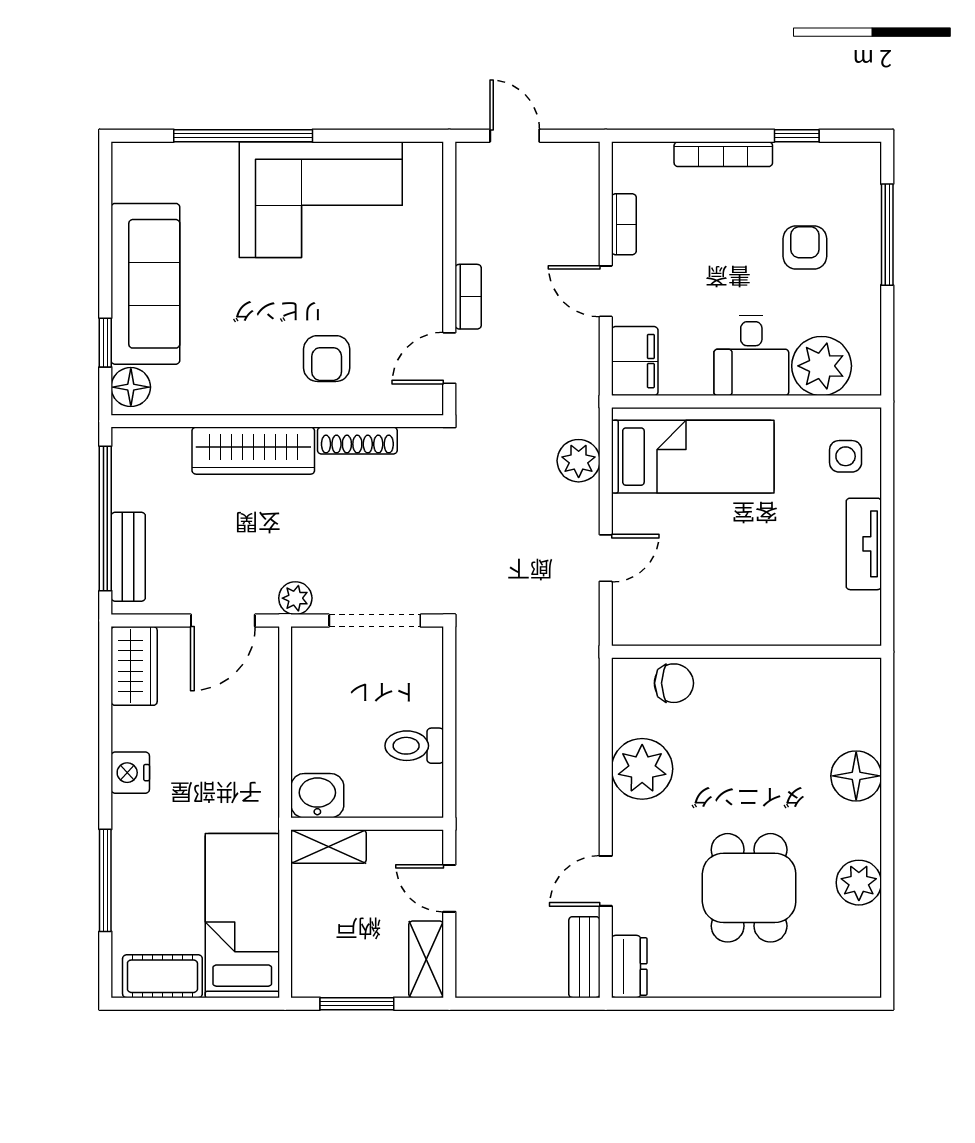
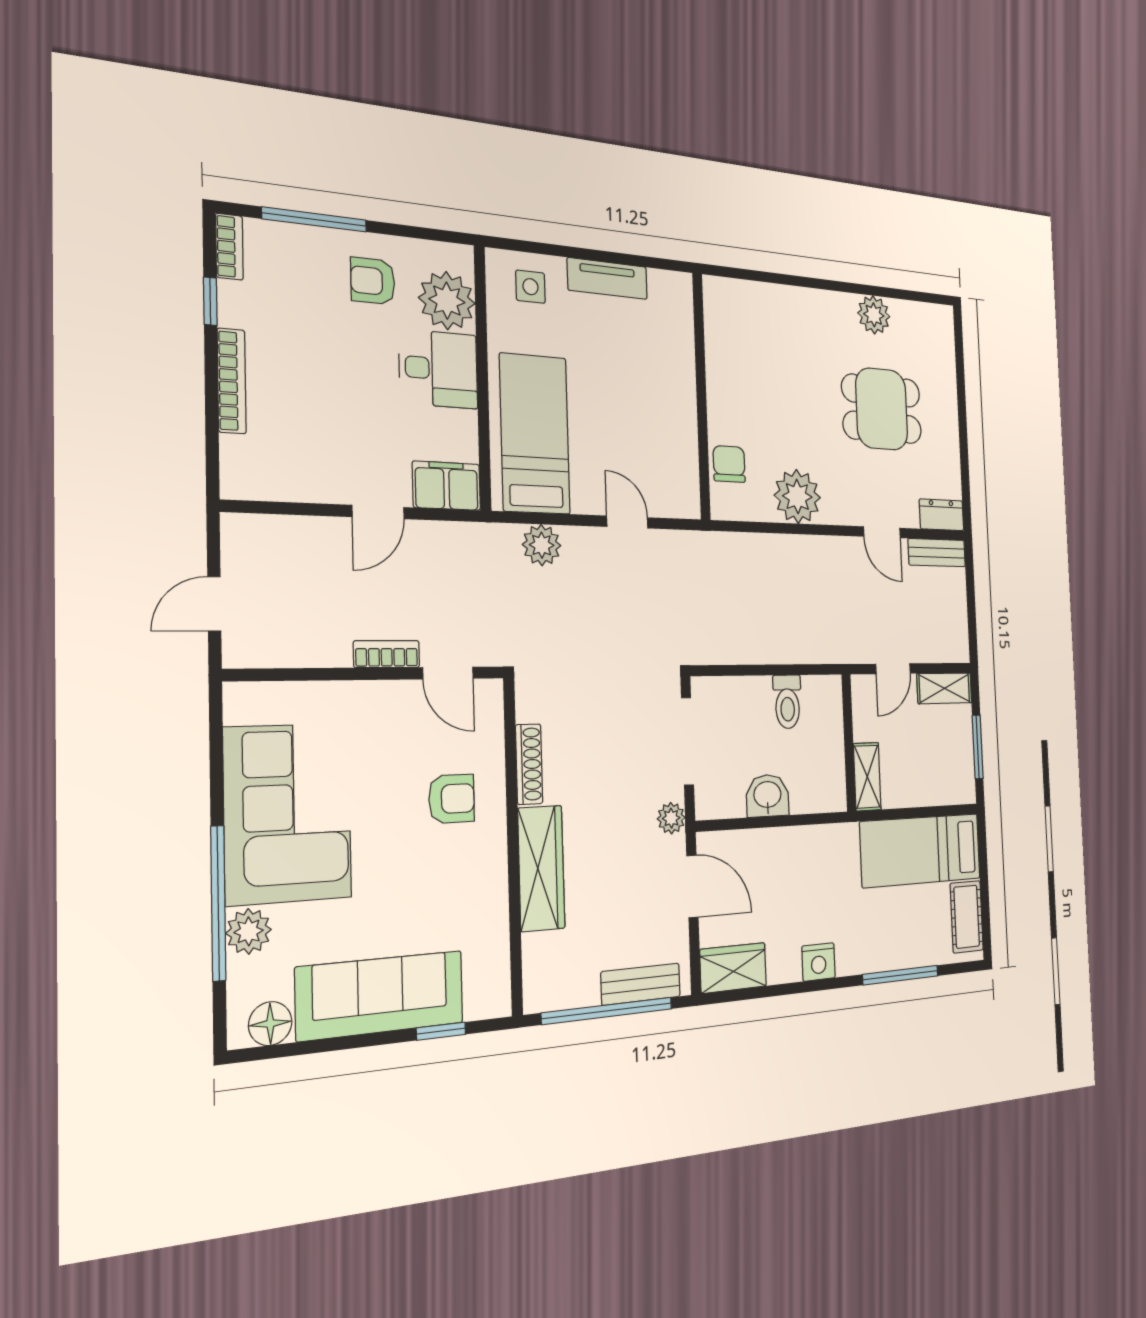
plant: (216, 162) -> (249, 931), added
bookcase: (624, 224) -> (229, 247), moved, turned 90
armchair: (805, 247) -> (373, 281), moved
floor lamp: (131, 387) -> (270, 1024), moved
floor lamp: (856, 776) -> (795, 308), removed
washbasin: (317, 796) -> (767, 796), moved, turned 90

